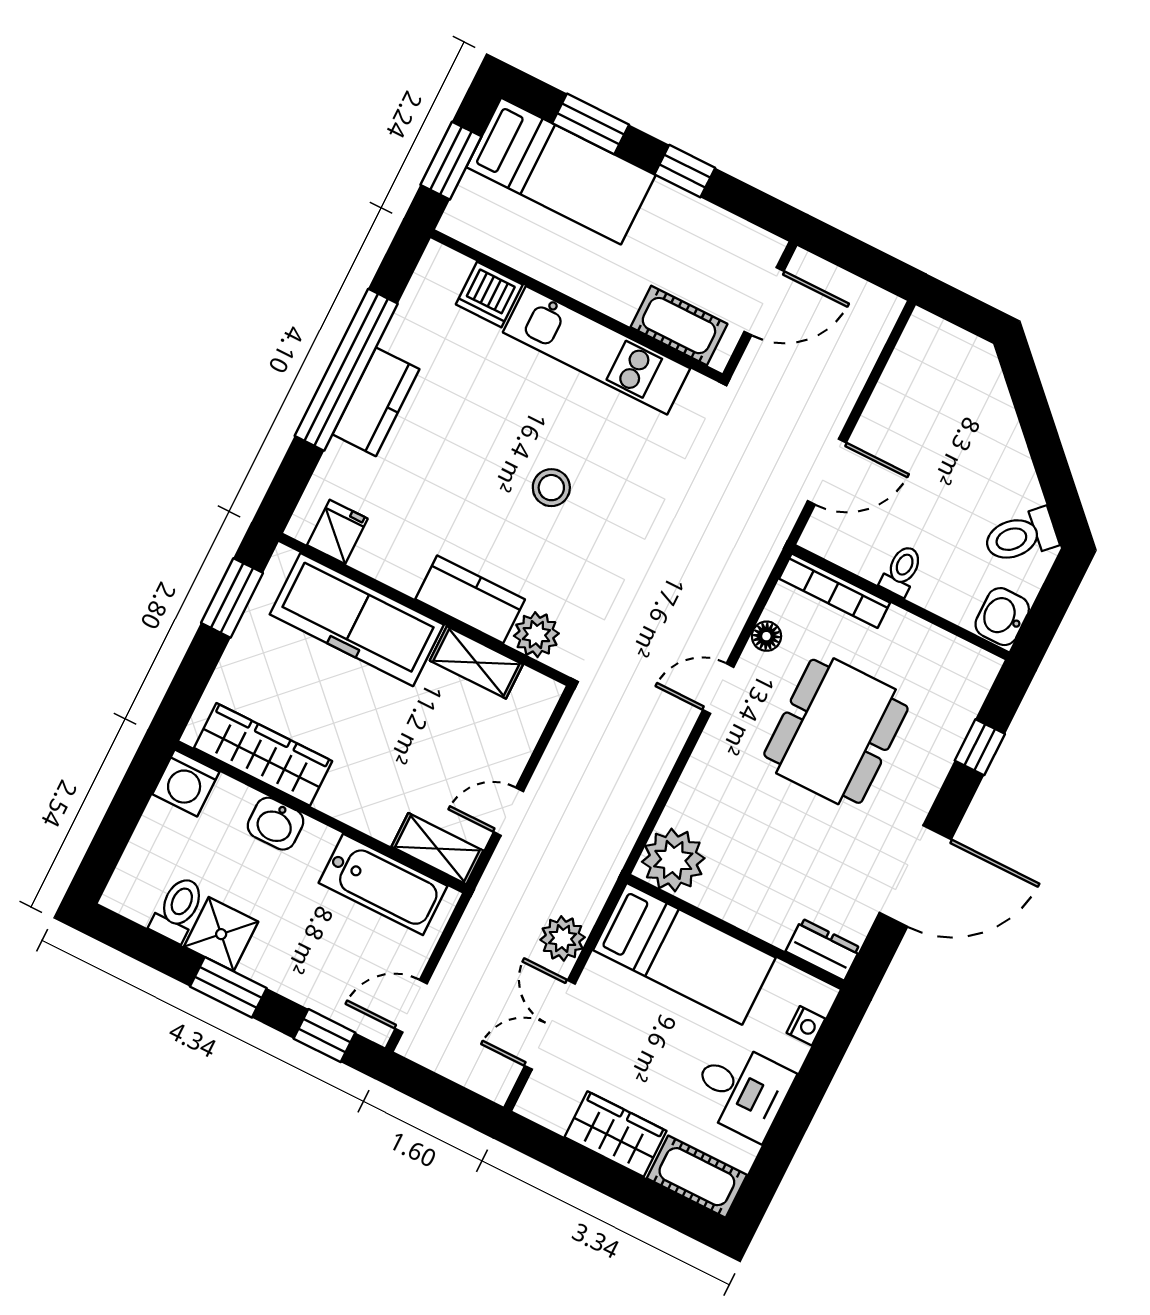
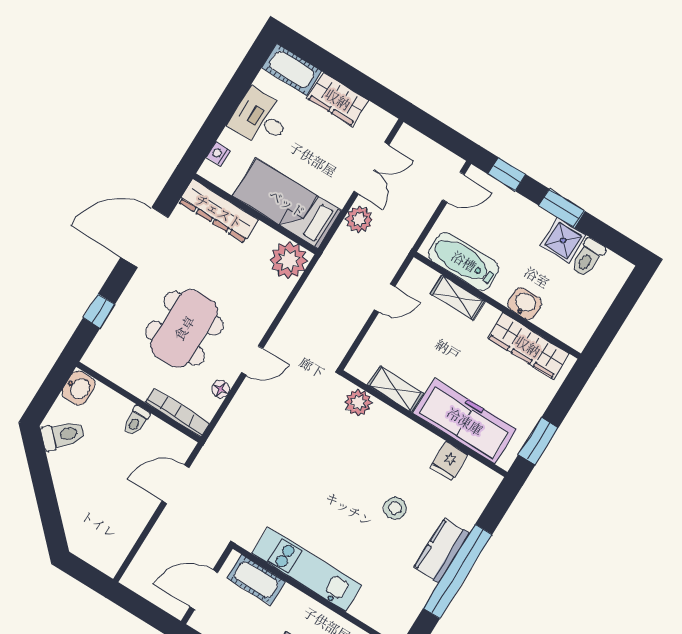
dishwasher: (489, 294) -> (368, 609), removed
stool: (551, 488) -> (395, 508), moved
fridge: (337, 532) -> (449, 461), moved
kitchen counter: (470, 599) -> (396, 427), removed
washing machine: (186, 783) -> (576, 333), removed
shelving: (437, 849) -> (458, 298), moved
dresser: (823, 949) -> (219, 211), width x1.96, depth x1.24

